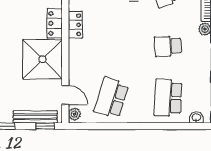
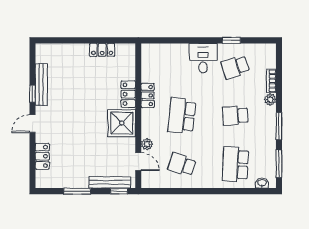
school desk: (111, 46) -> (182, 116), added
shower: (42, 59) -> (122, 123), width x0.73, depth x0.73
school desk: (111, 98) -> (182, 164), width x0.54
plant: (74, 114) -> (147, 144), moved

